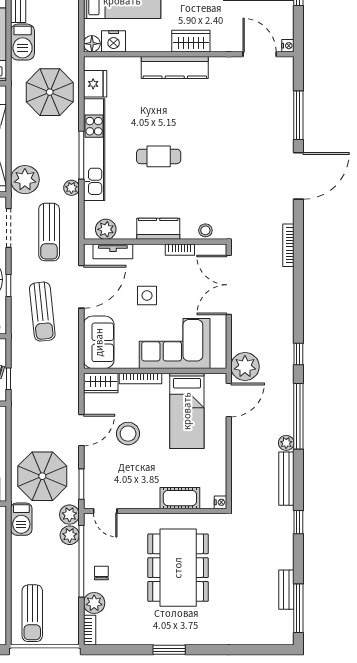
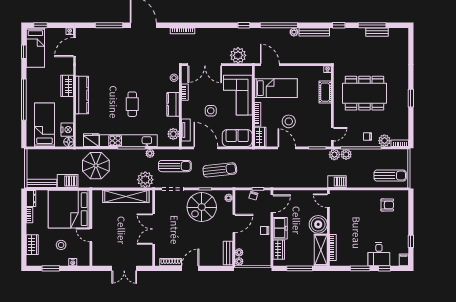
plant: (245, 366) -> (238, 55), moved
parasol: (42, 476) -> (313, 170), removed
window: (298, 608) -> (372, 25), moved

